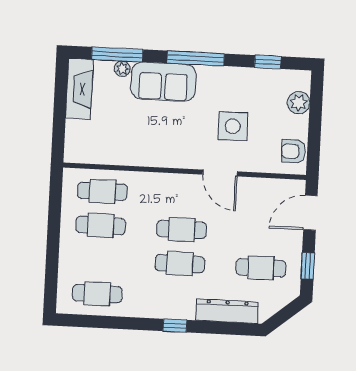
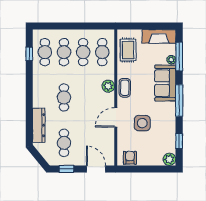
plant: (299, 103) -> (169, 159), moved
rug: (101, 145) -> (128, 50), added
coffee table: (168, 154) -> (125, 88), added
plant: (164, 184) -> (108, 86), added
cafe table: (182, 230) -> (64, 52), moved
window: (175, 326) -> (29, 54), moved

